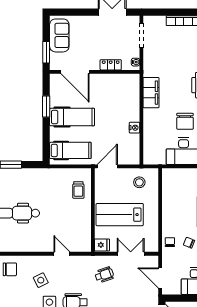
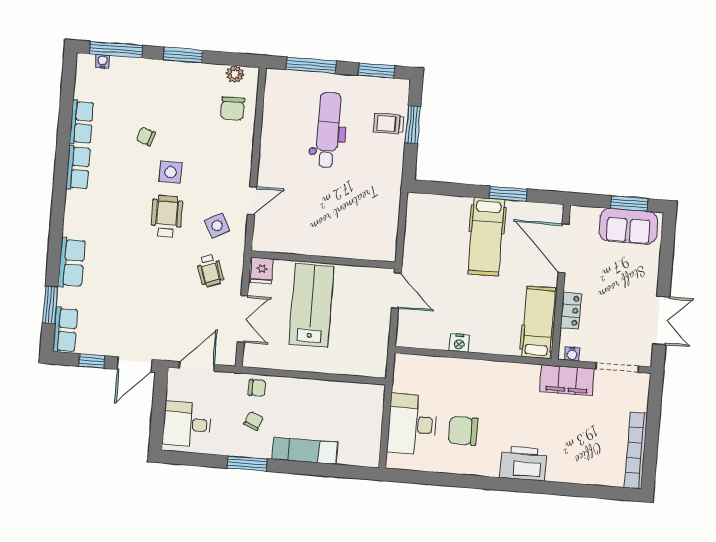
window: (46, 52) -> (629, 203), moved
door: (75, 72) -> (564, 248), hinge flipped
filing cabinet: (151, 93) -> (567, 380), moved
hospital bed: (70, 150) -> (538, 322), moved, turned 180
stool: (139, 182) -> (364, 344), removed
trolley: (78, 190) -> (389, 124), moved
side table: (41, 280) -> (217, 226), moved

